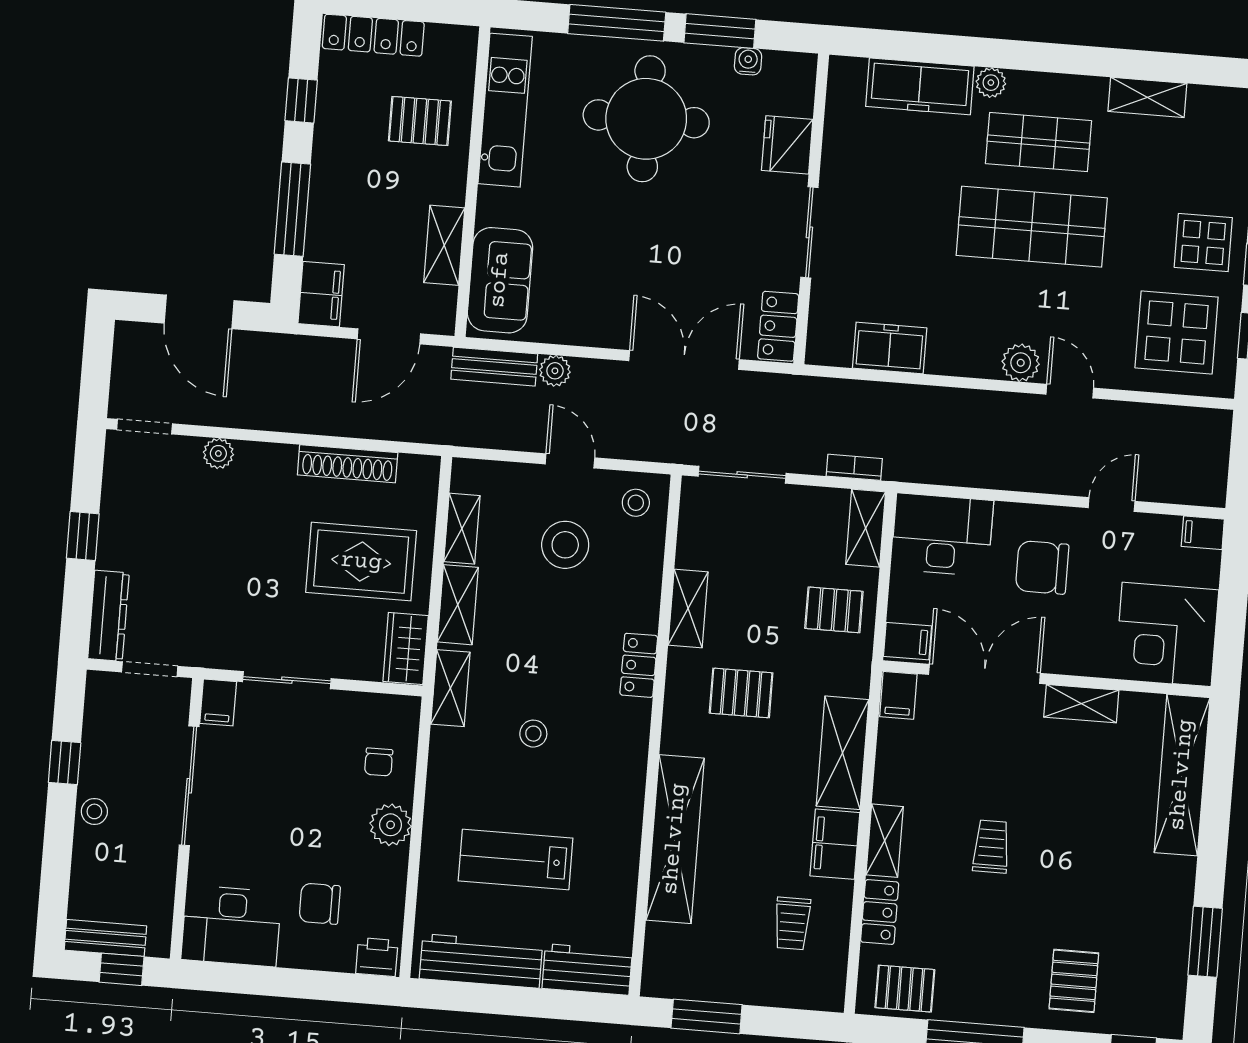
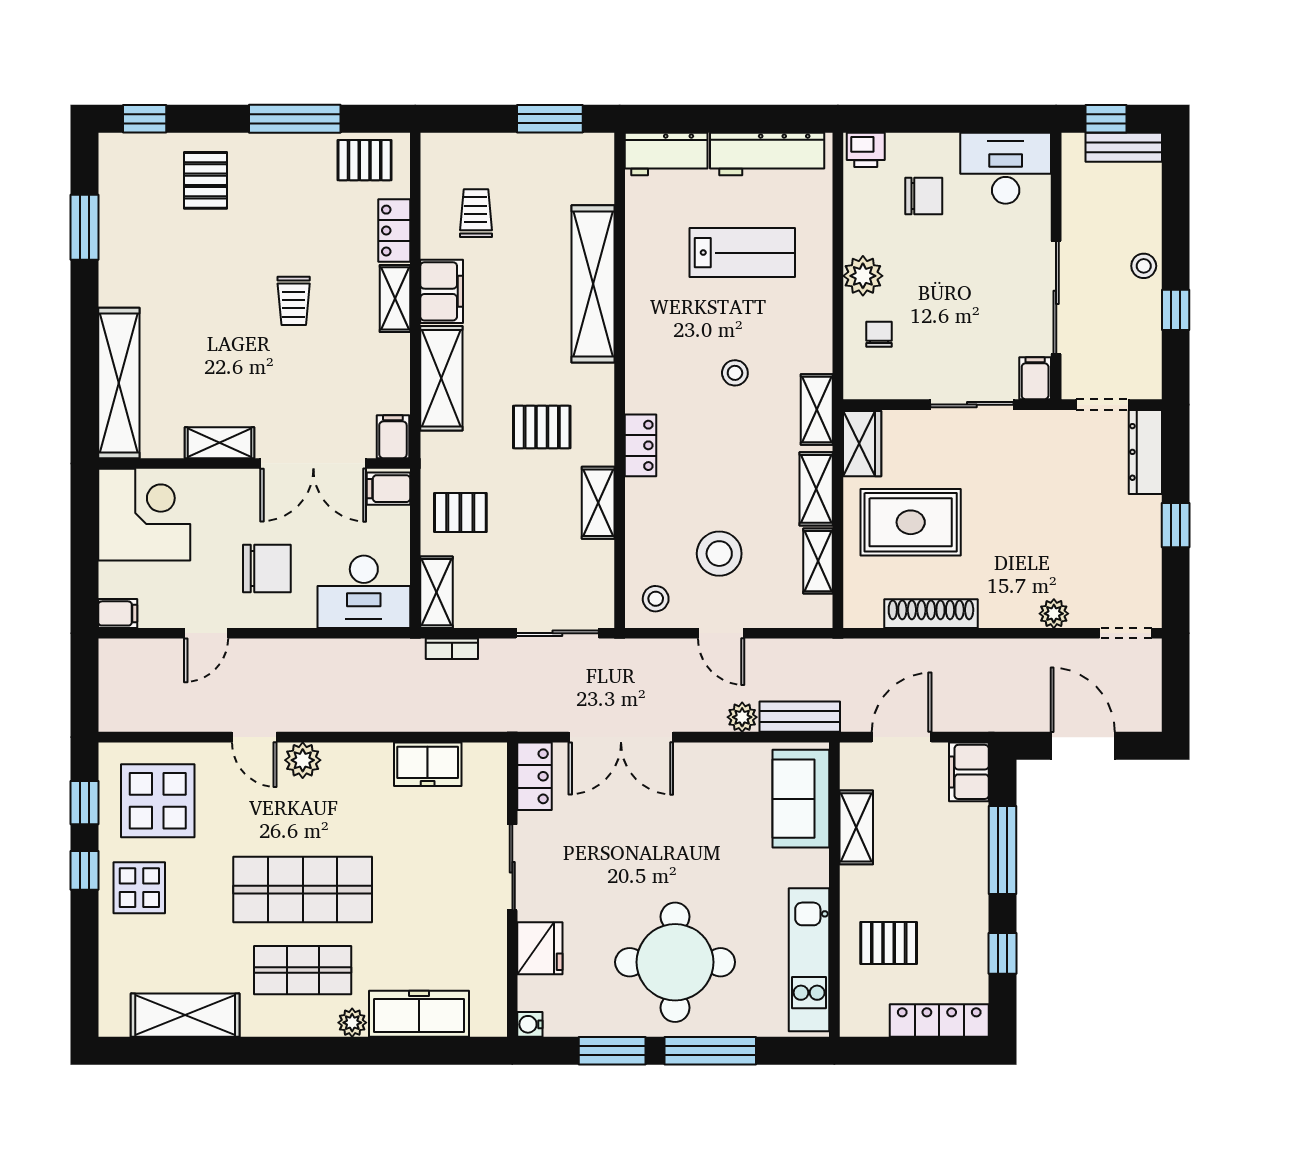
water cooler: (748, 61) -> (530, 1024), moved, turned 90
shelving: (1147, 97) -> (185, 1015), width x1.50, depth x1.33

